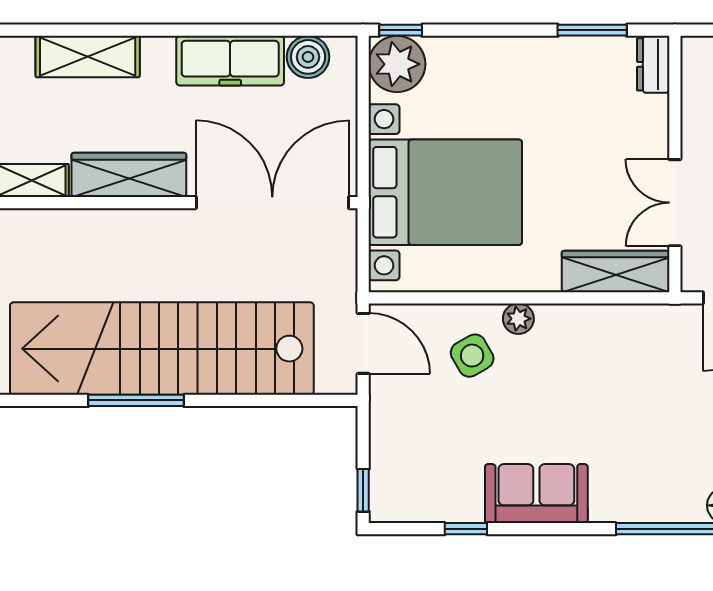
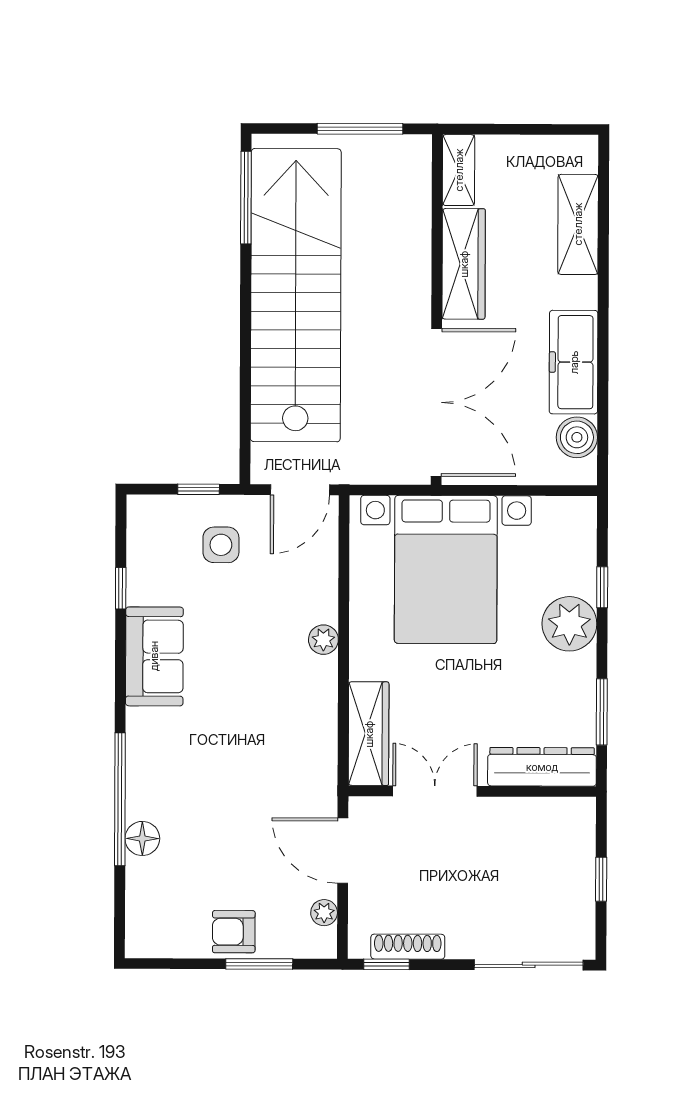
window: (401, 30) -> (602, 587), moved
plant: (397, 64) -> (569, 624), moved
dresser: (653, 64) -> (542, 767), width x1.96, depth x1.24
side table: (472, 356) -> (221, 545), moved, turned 30
window: (136, 400) -> (246, 198), moved
window: (363, 490) -> (199, 489), moved

